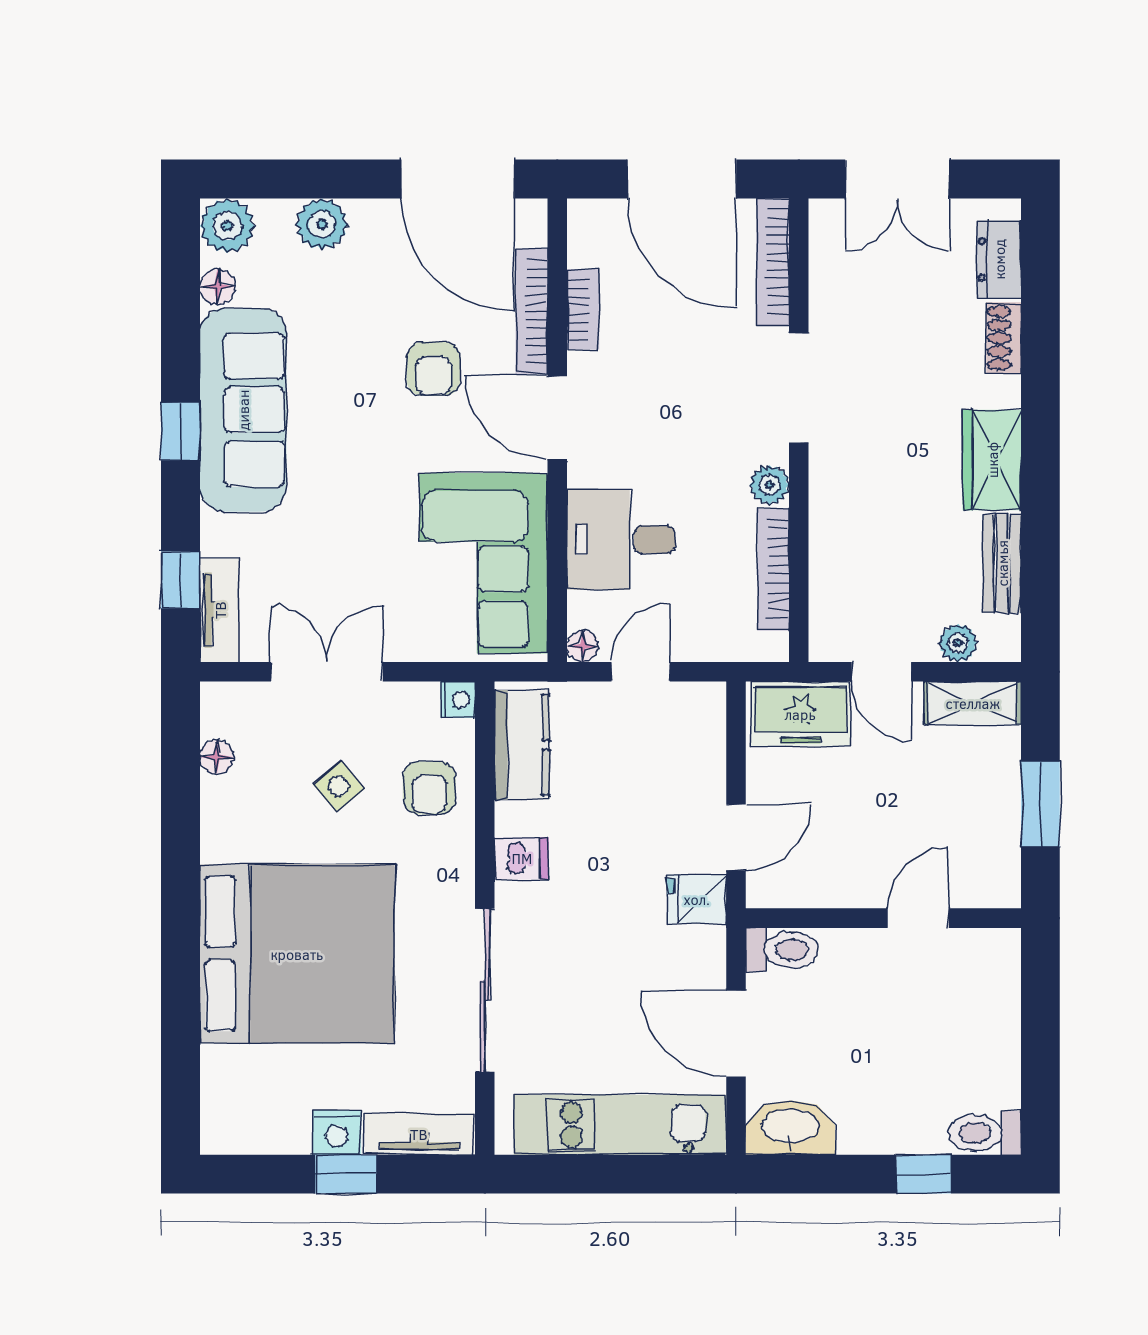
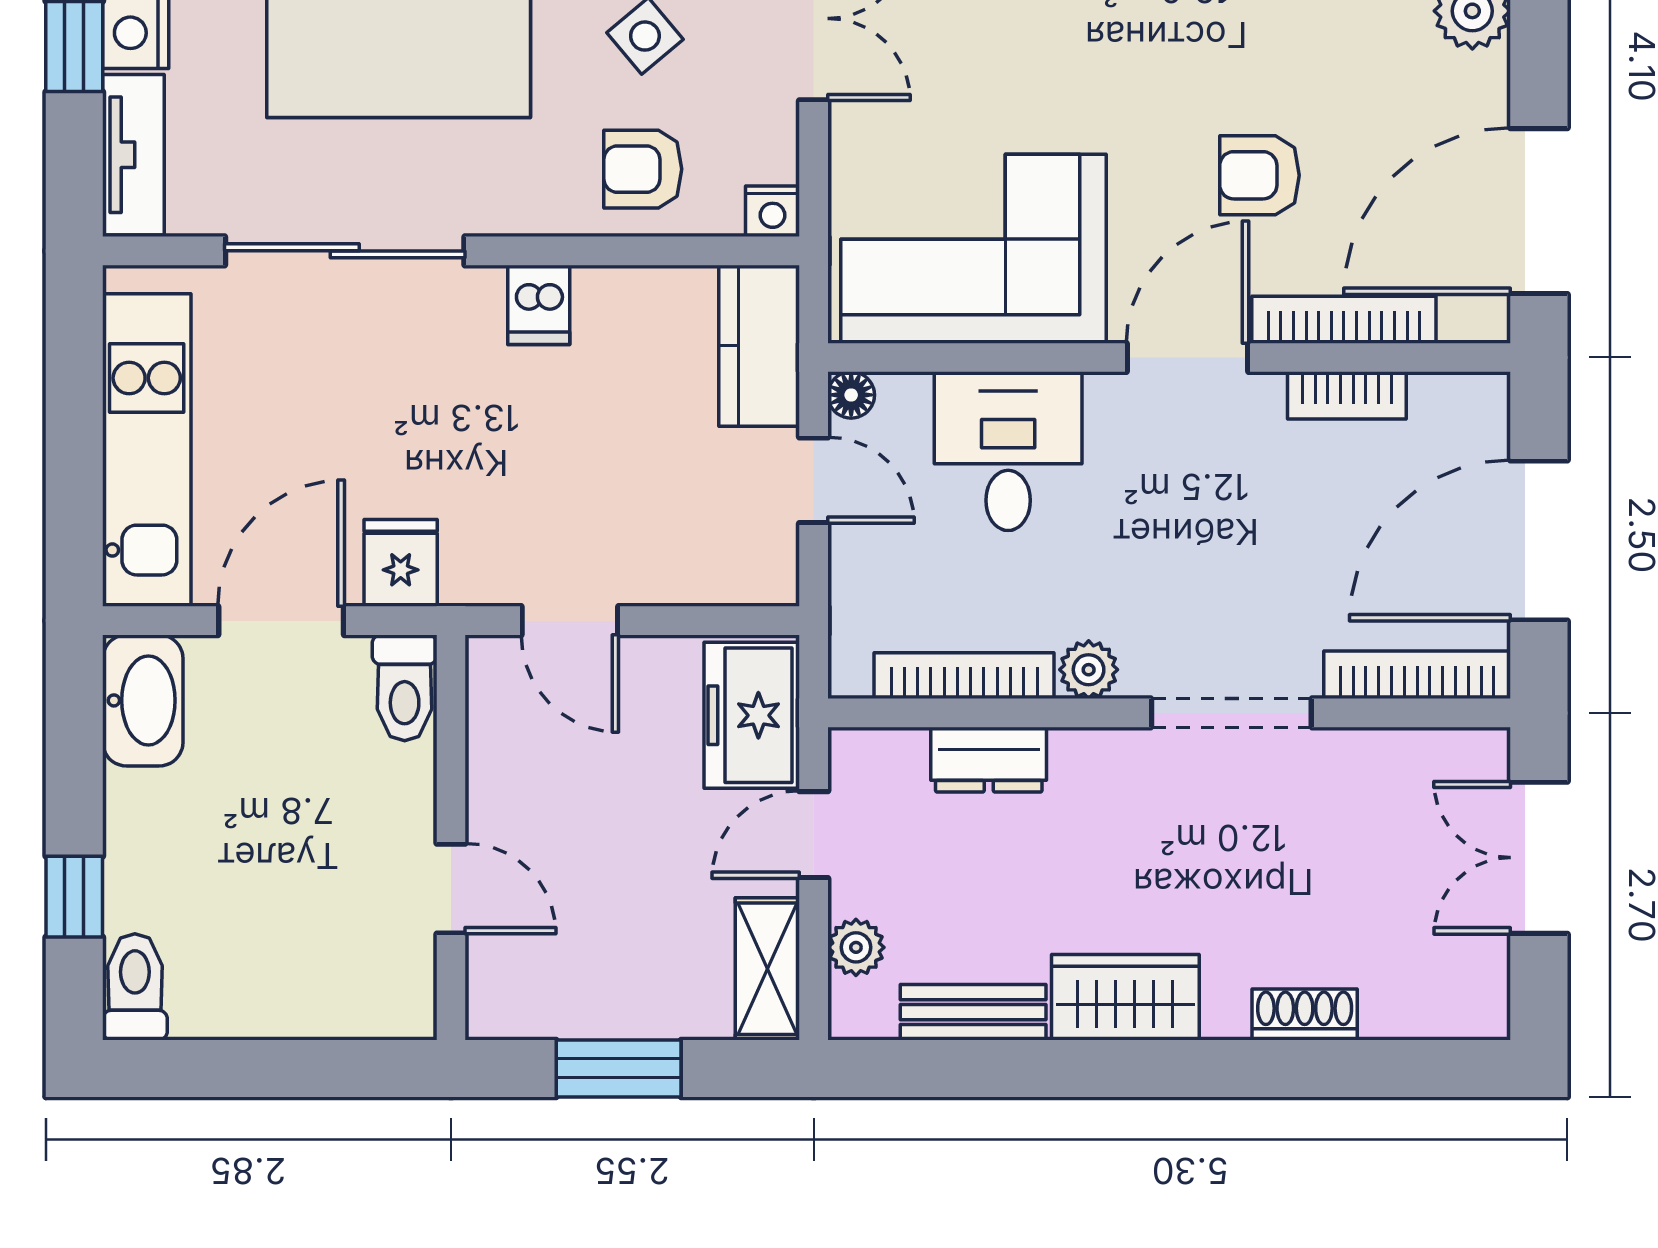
dresser: (999, 259) -> (989, 760), moved, turned 180
kitchen counter: (522, 745) -> (759, 346), moved, turned 90
fridge: (697, 899) -> (401, 563), moved

